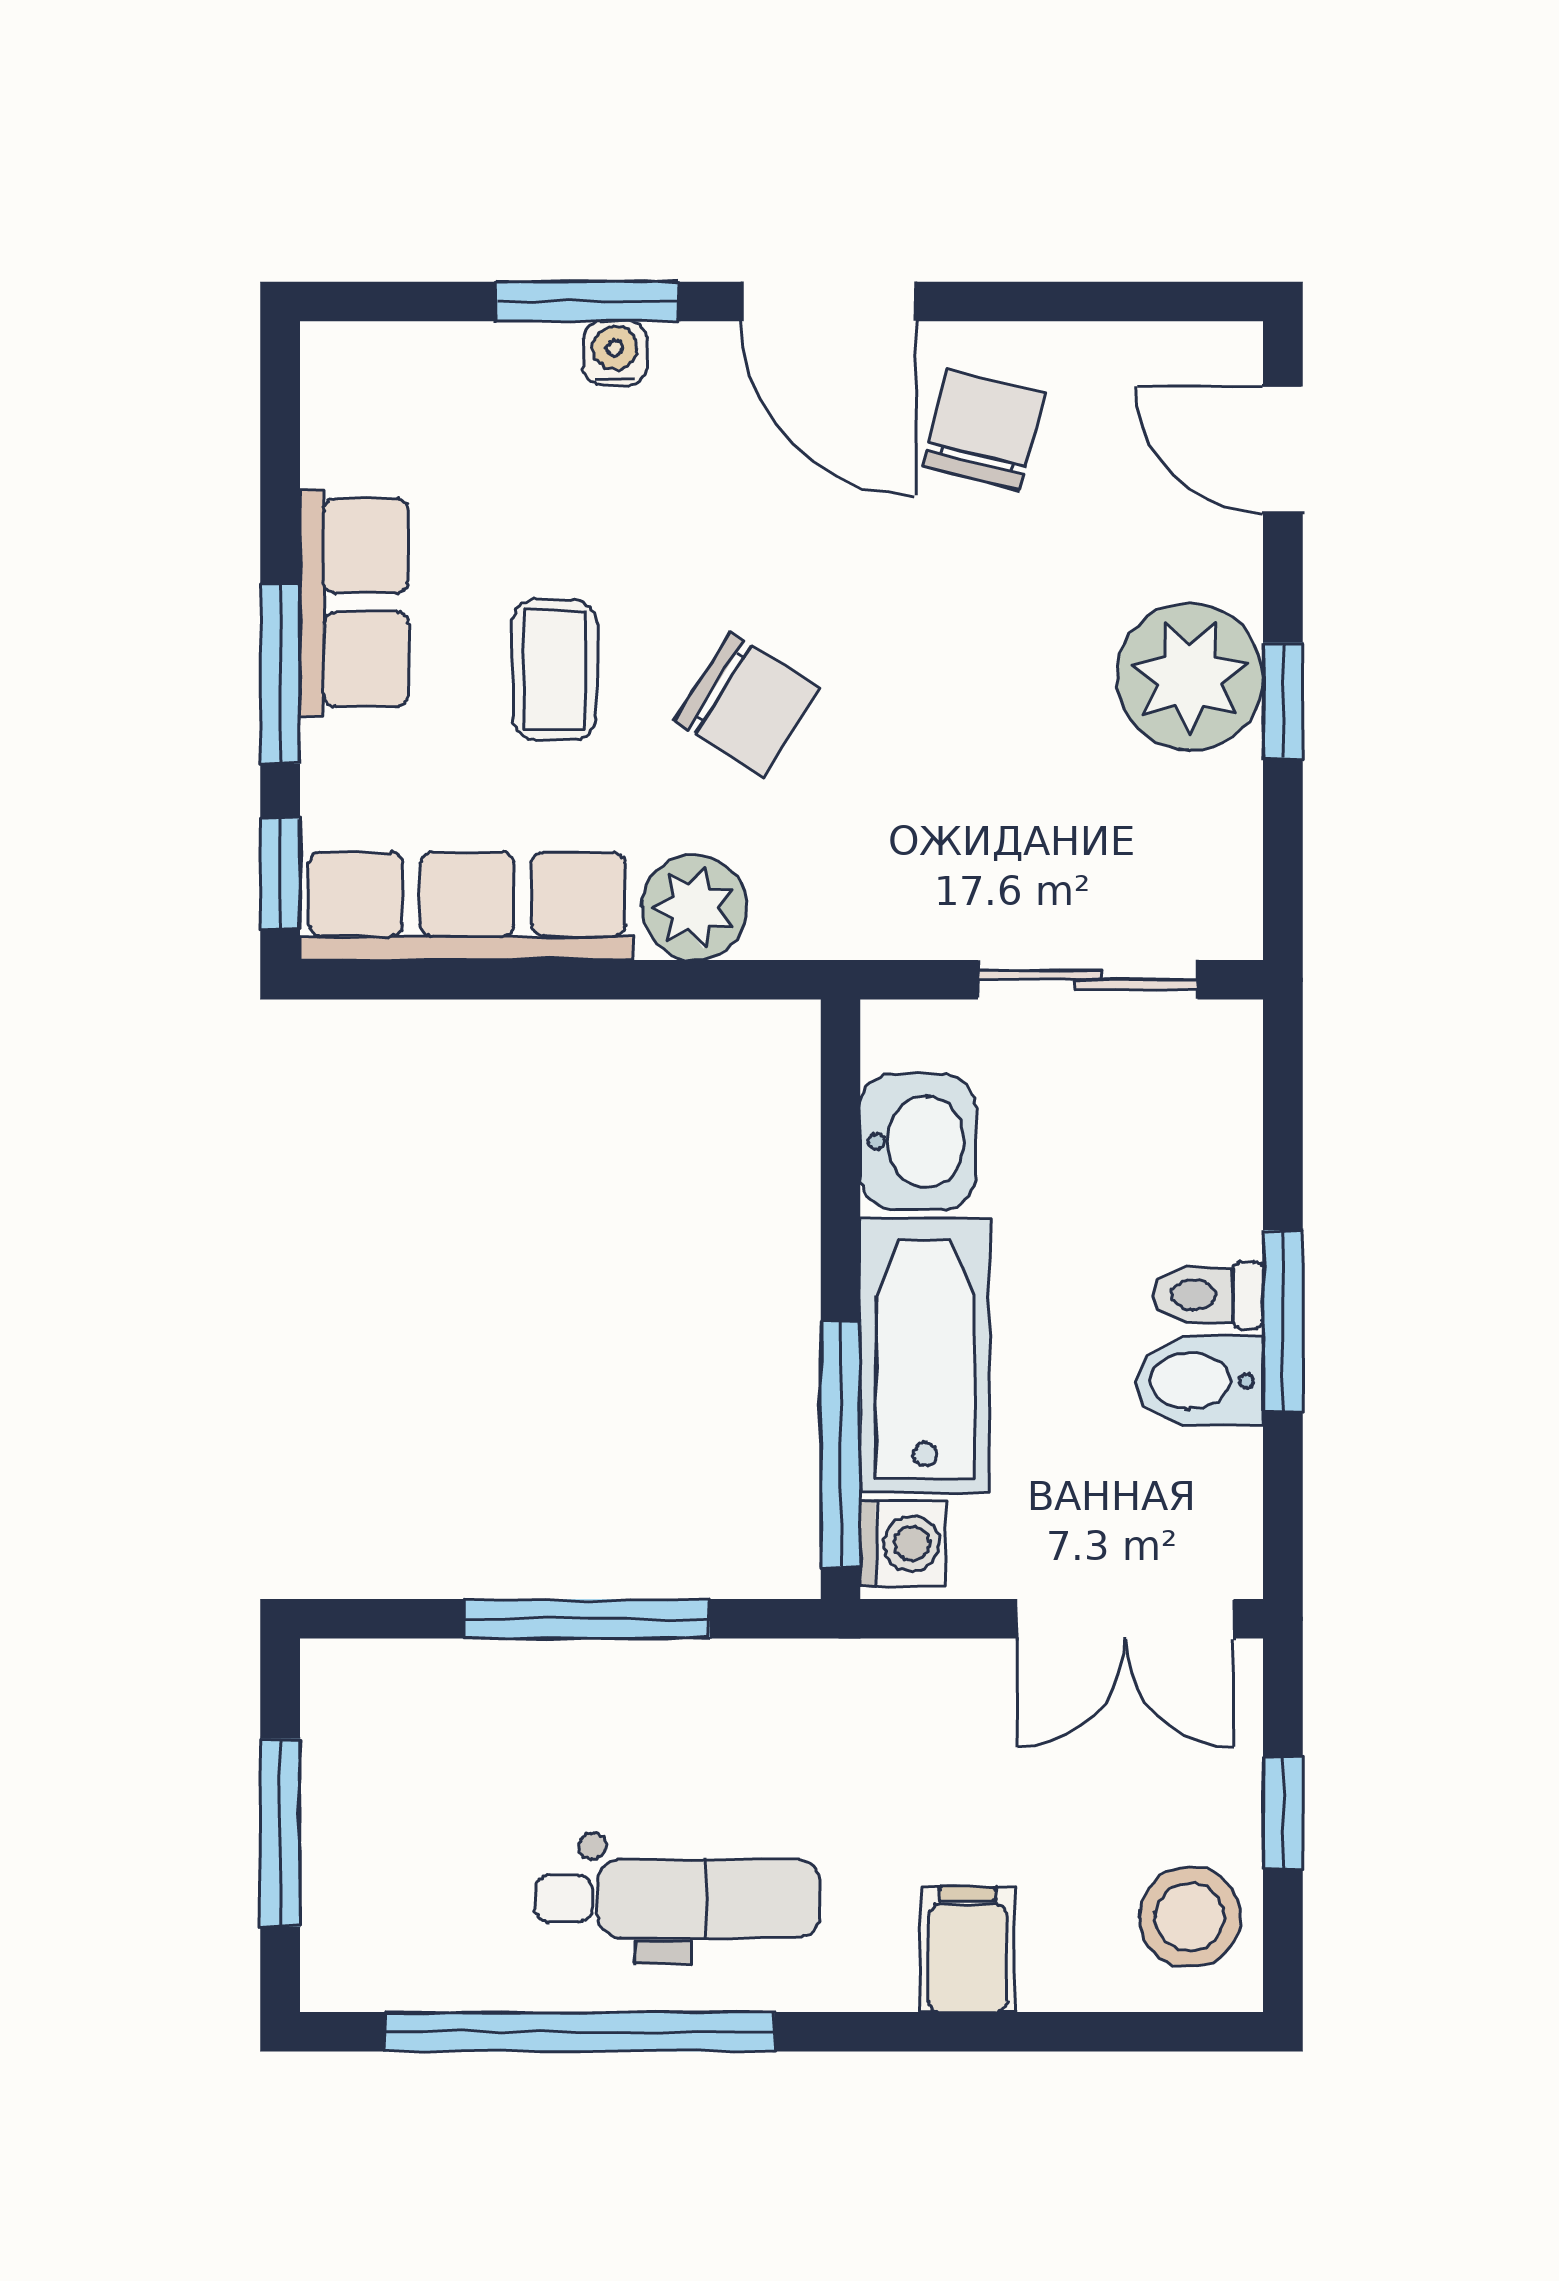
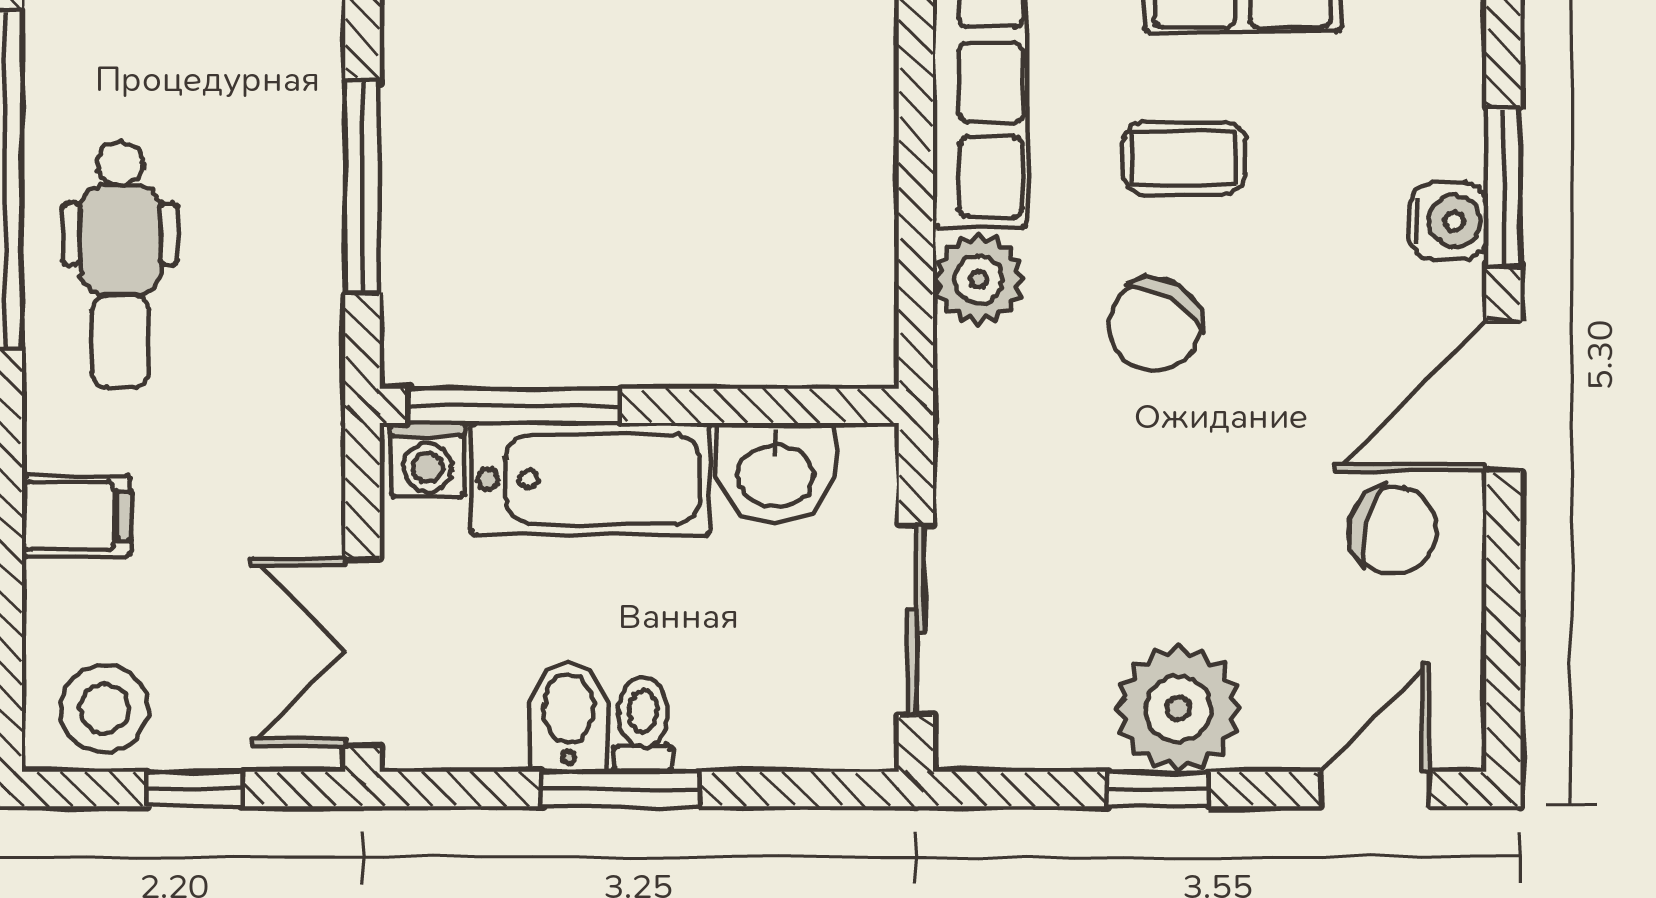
water cooler: (615, 353) -> (1448, 221), width x1.38, depth x1.38

